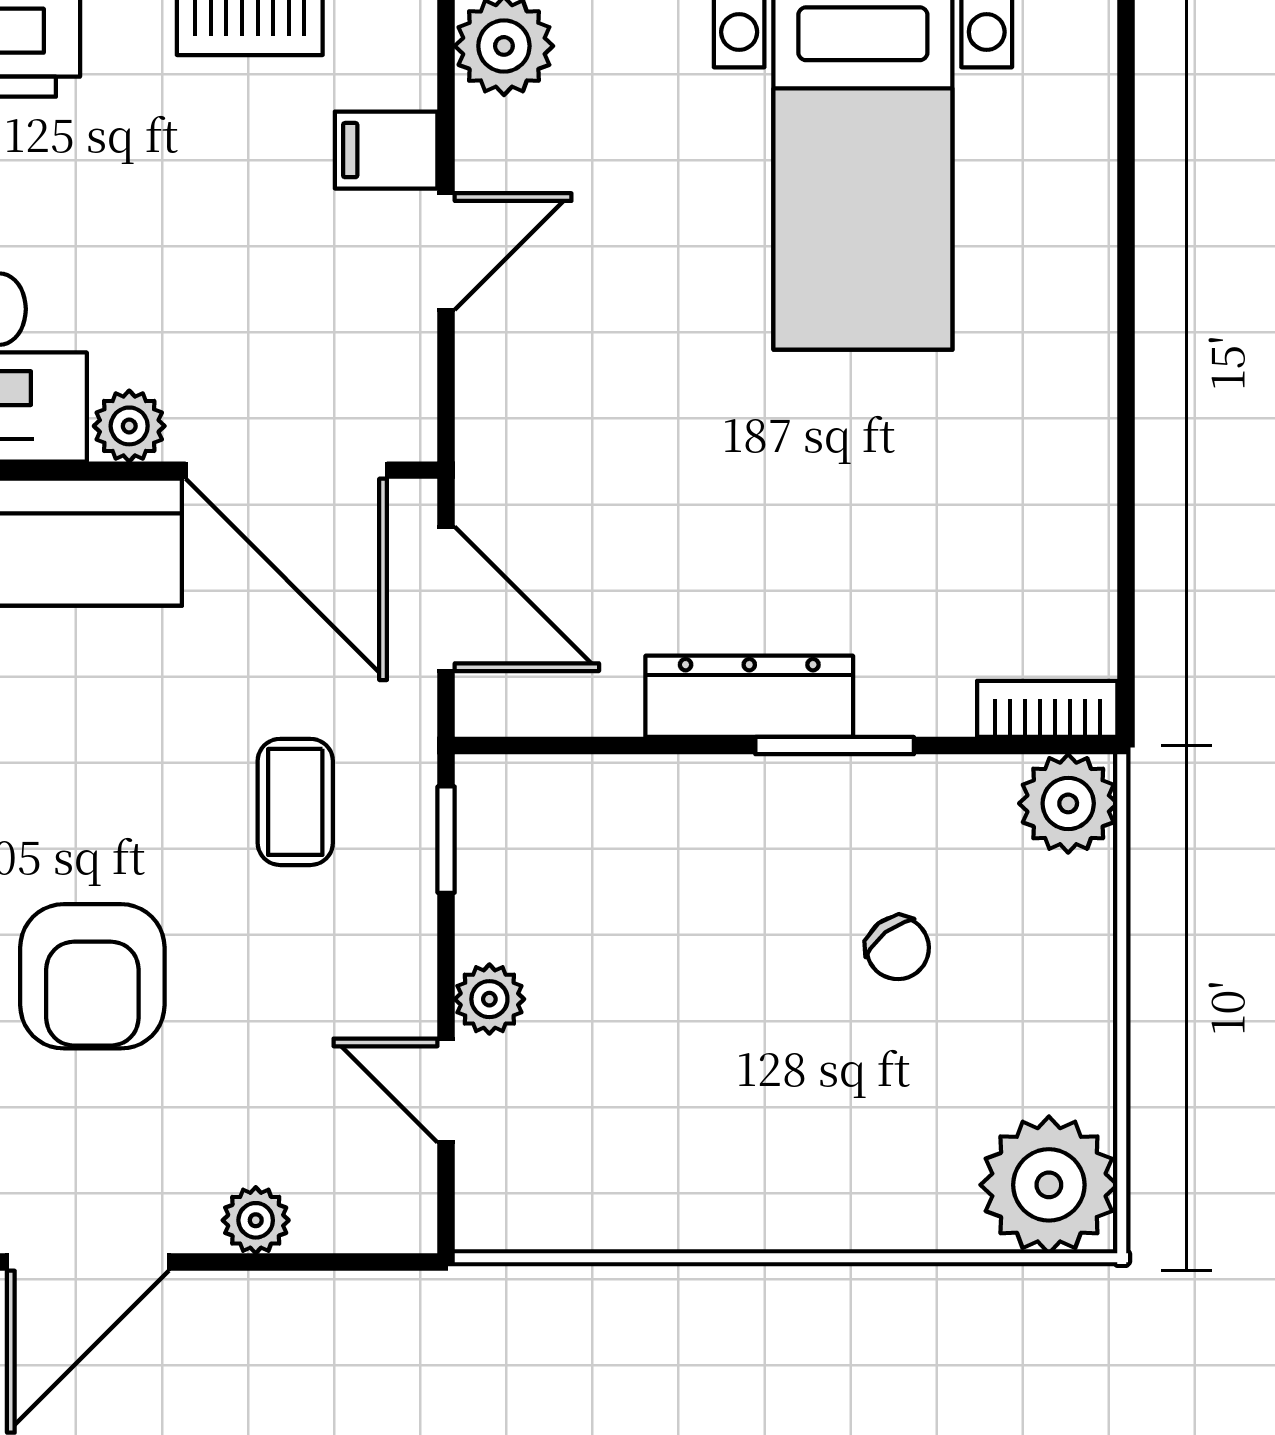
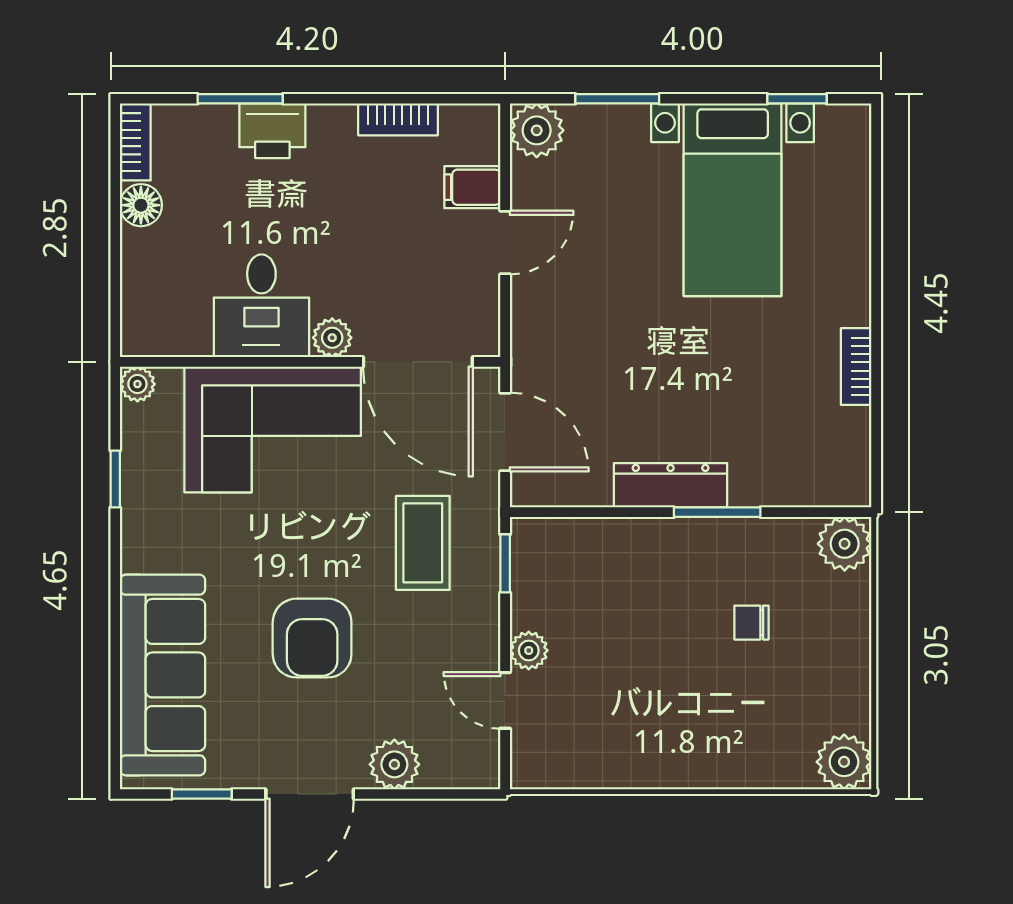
bookcase: (1047, 709) -> (856, 366), moved, turned -90
coffee table: (295, 802) -> (423, 543), width x1.36, depth x1.30
chair: (898, 948) -> (752, 623), turned 128
plant: (1049, 1185) -> (844, 762), width x0.73, depth x0.73
plant: (256, 1220) -> (394, 764), width x1.38, depth x1.38

